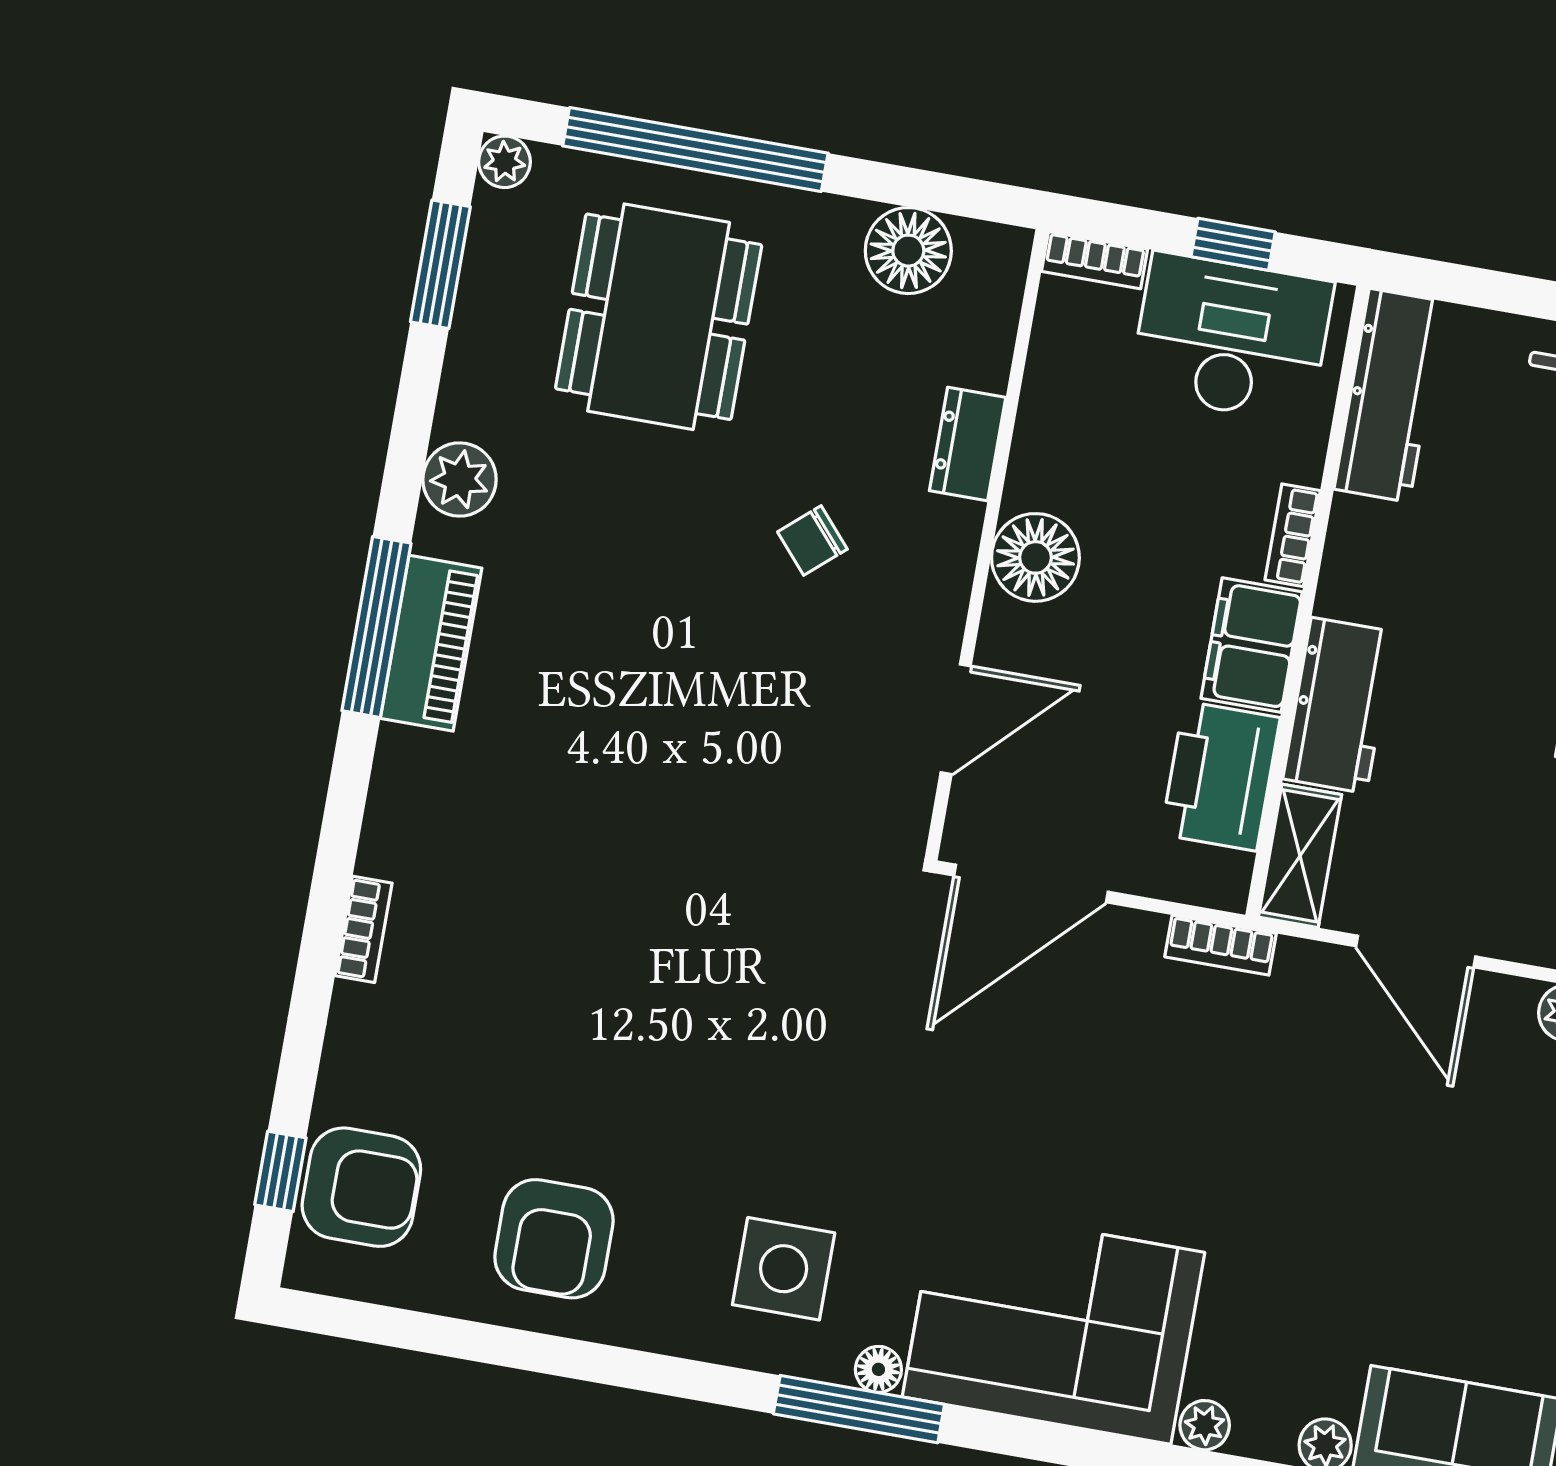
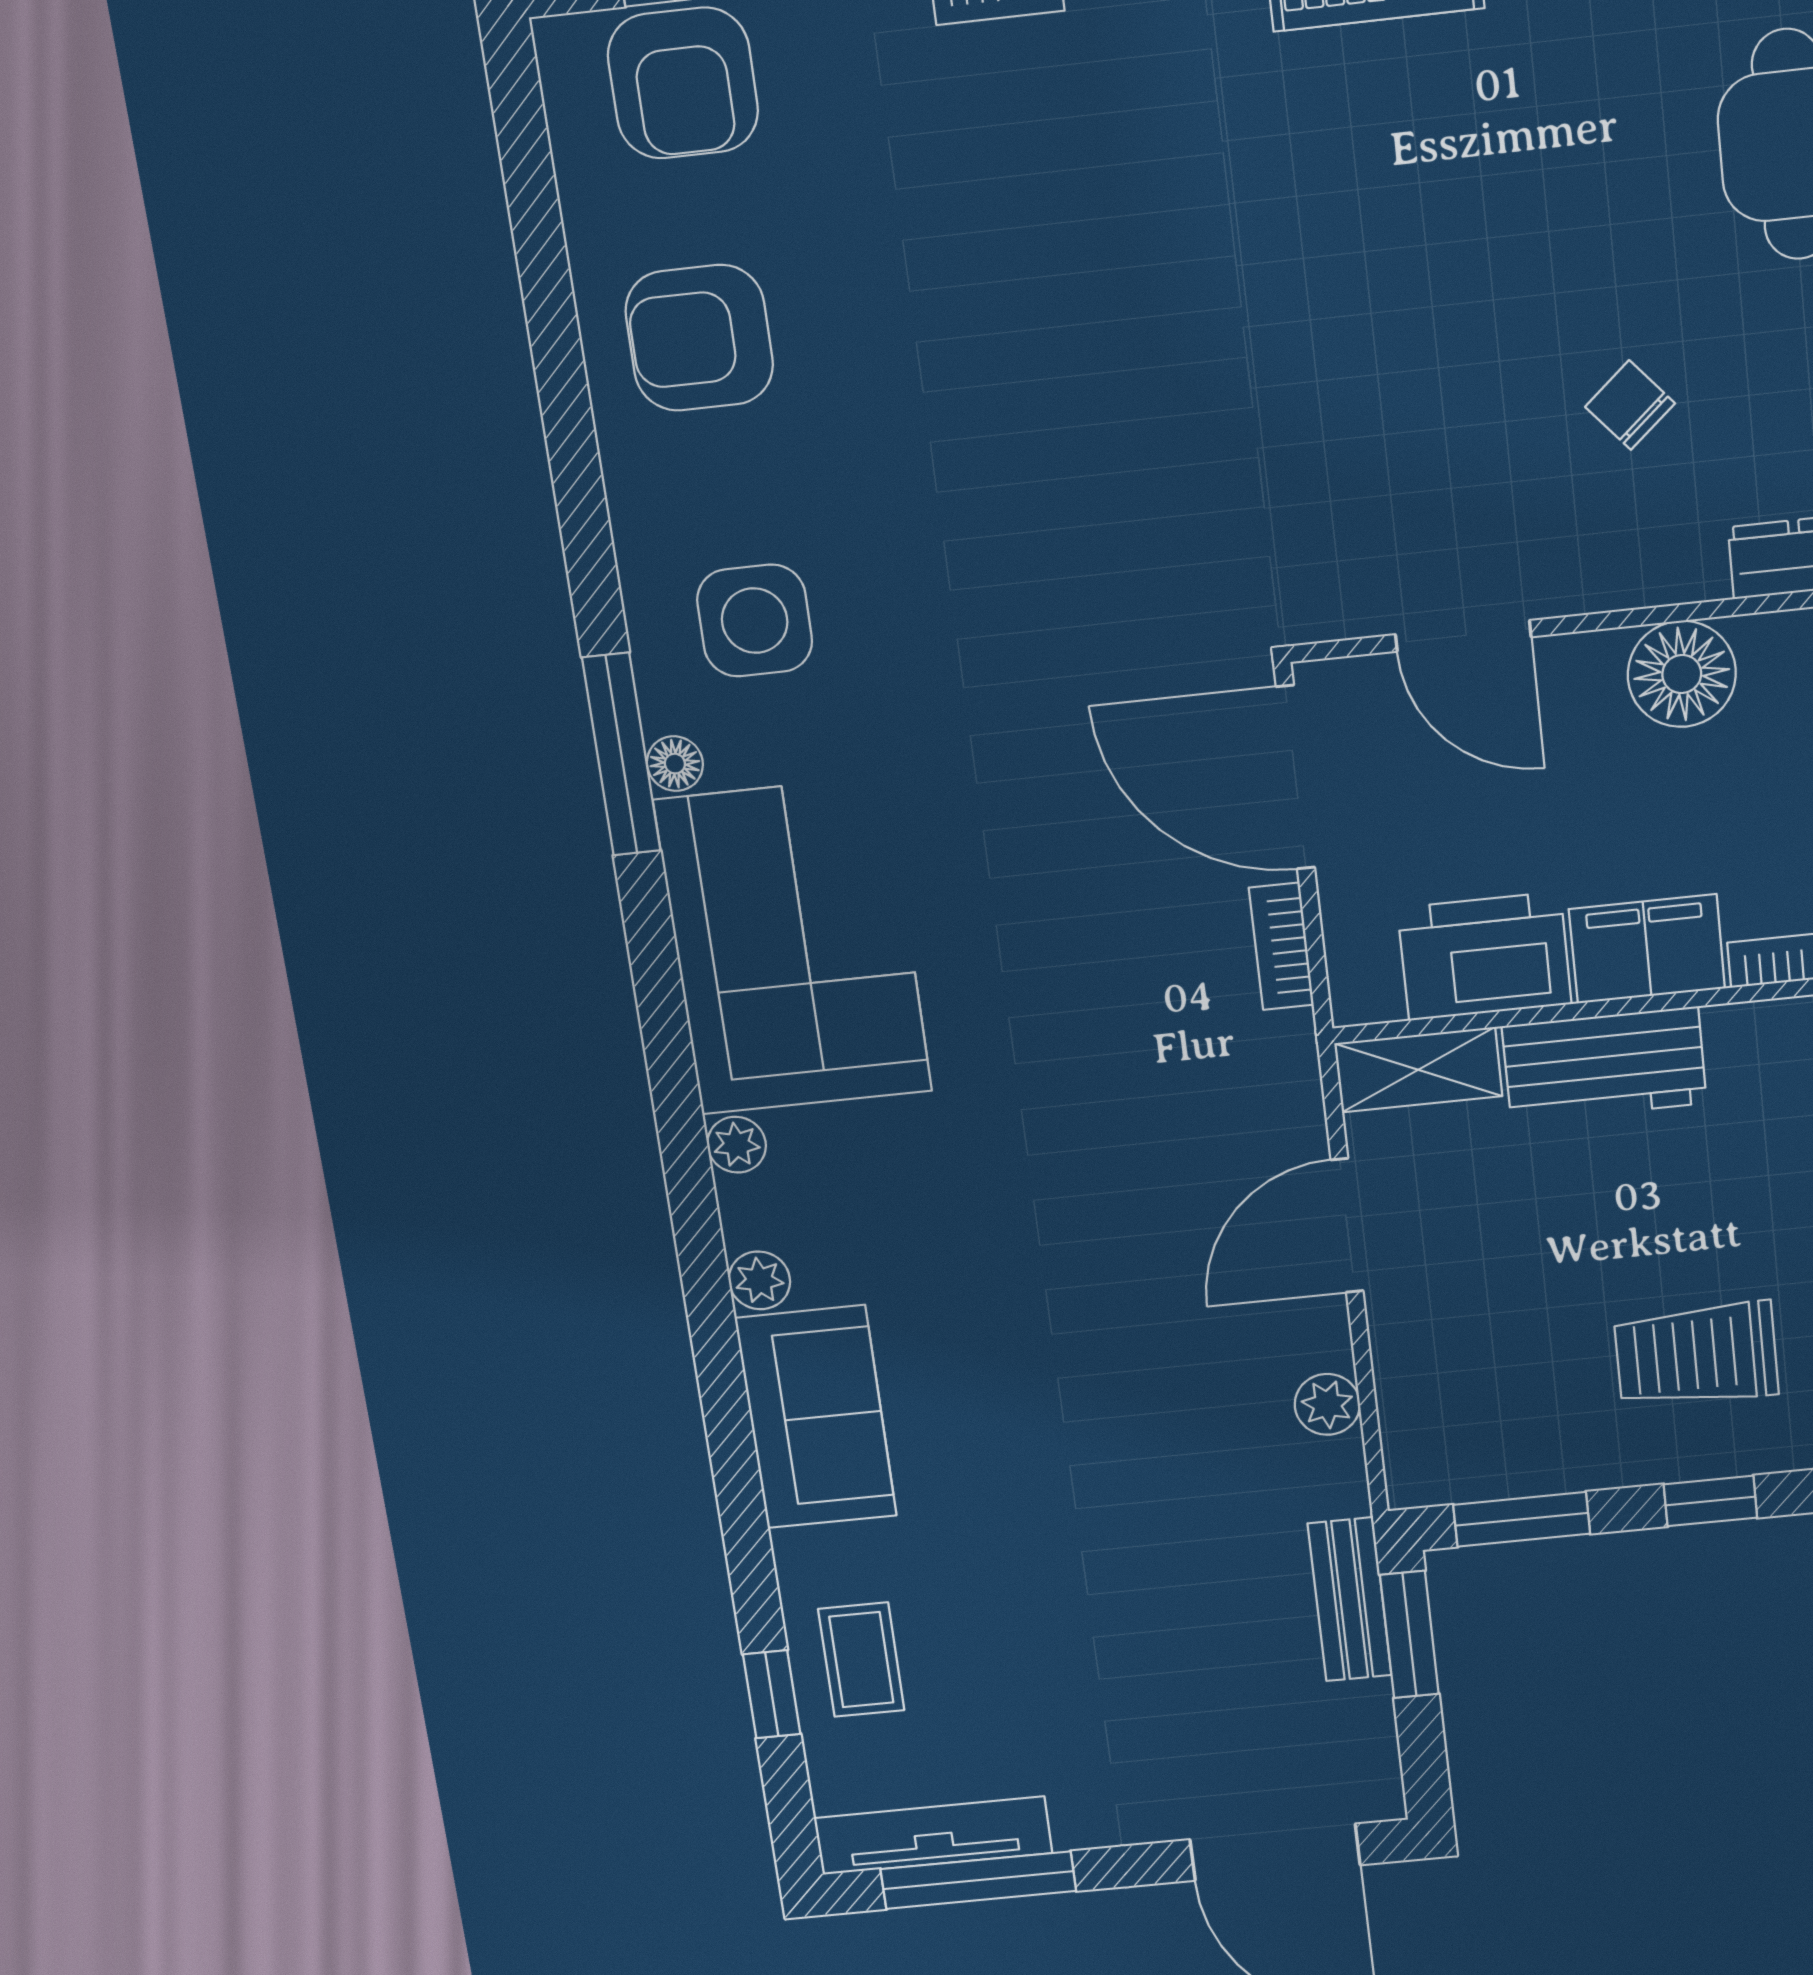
bookcase: (1221, 945) -> (1281, 946), moved

